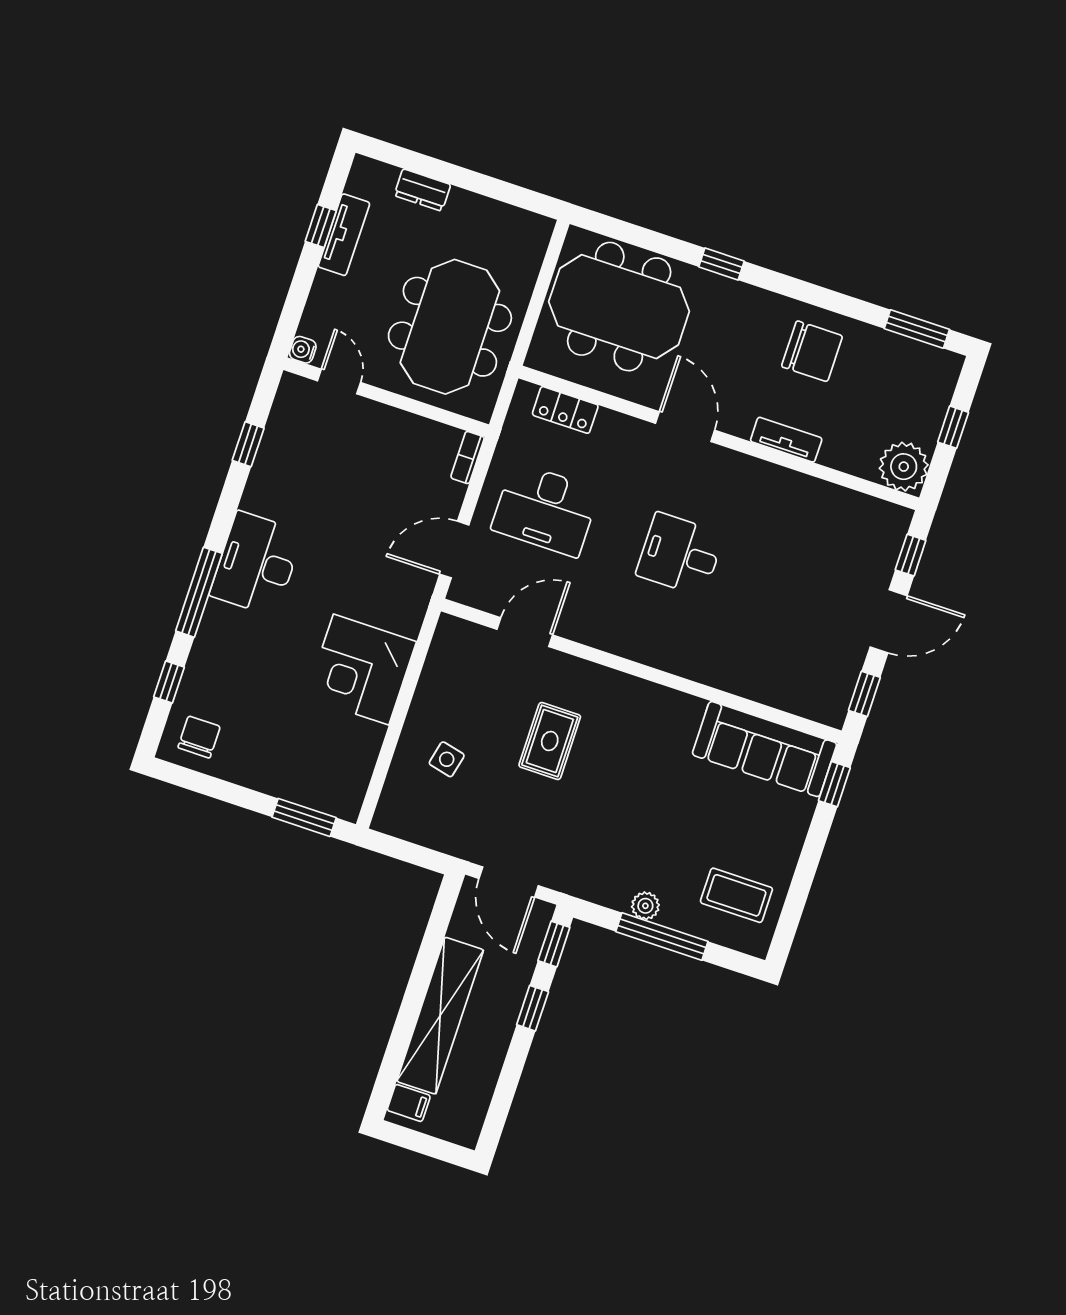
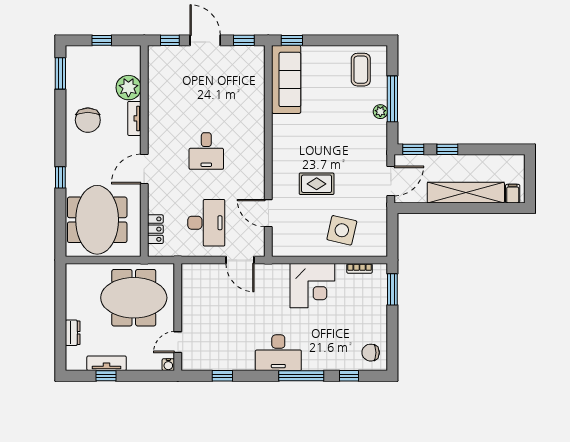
chair: (812, 351) -> (88, 120), turned 180
bookcase: (468, 457) -> (360, 268), moved
plant: (904, 467) -> (128, 88), moved
side table: (447, 759) -> (342, 230), width x1.87, depth x1.87

